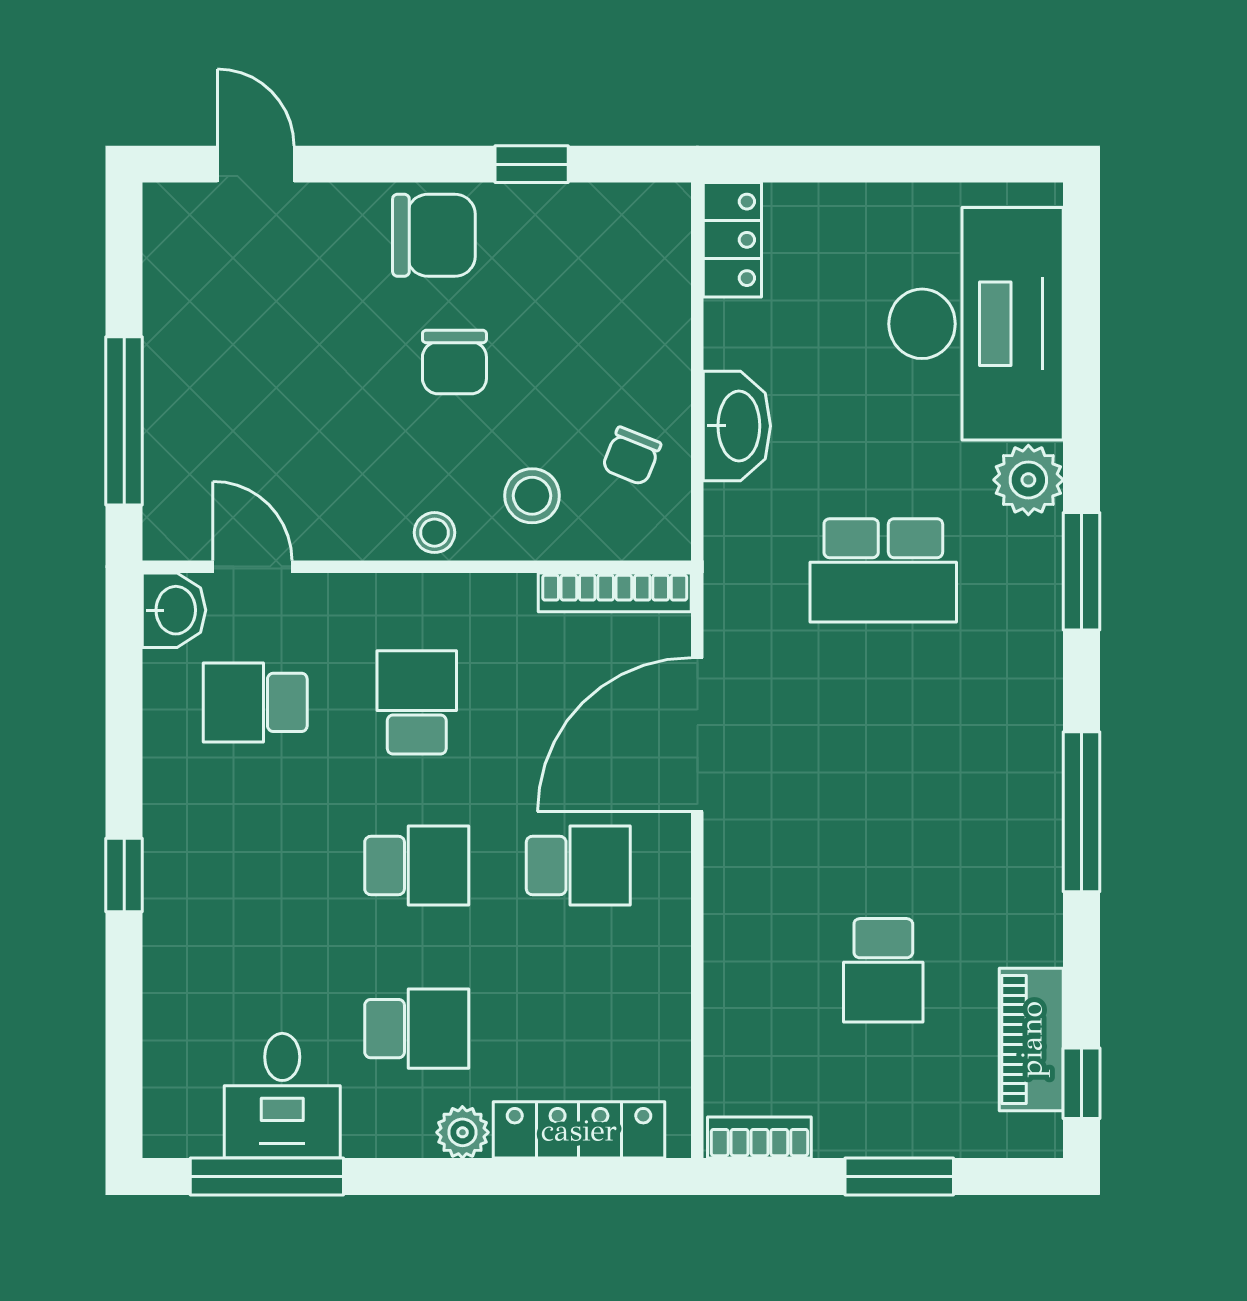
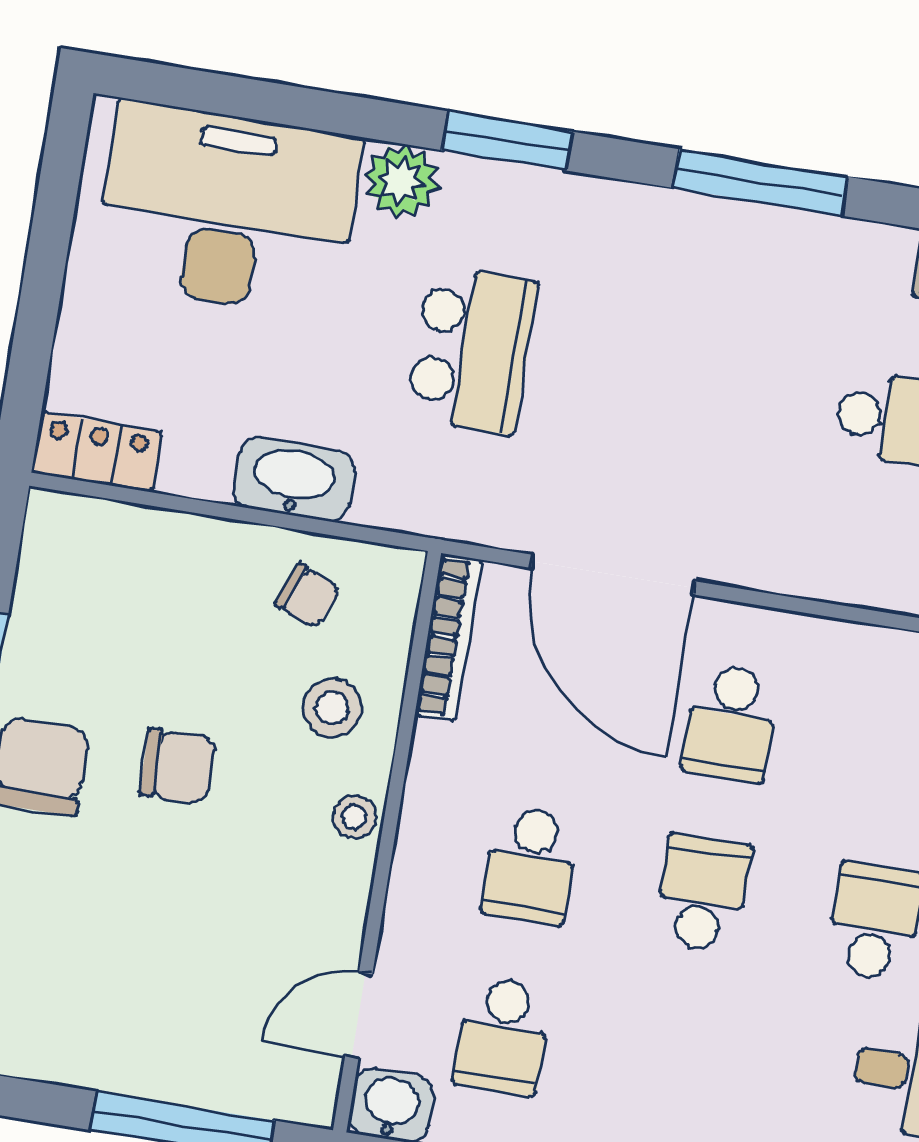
school desk: (417, 702) -> (530, 865), turned -90
school desk: (578, 866) -> (730, 723), turned 180

